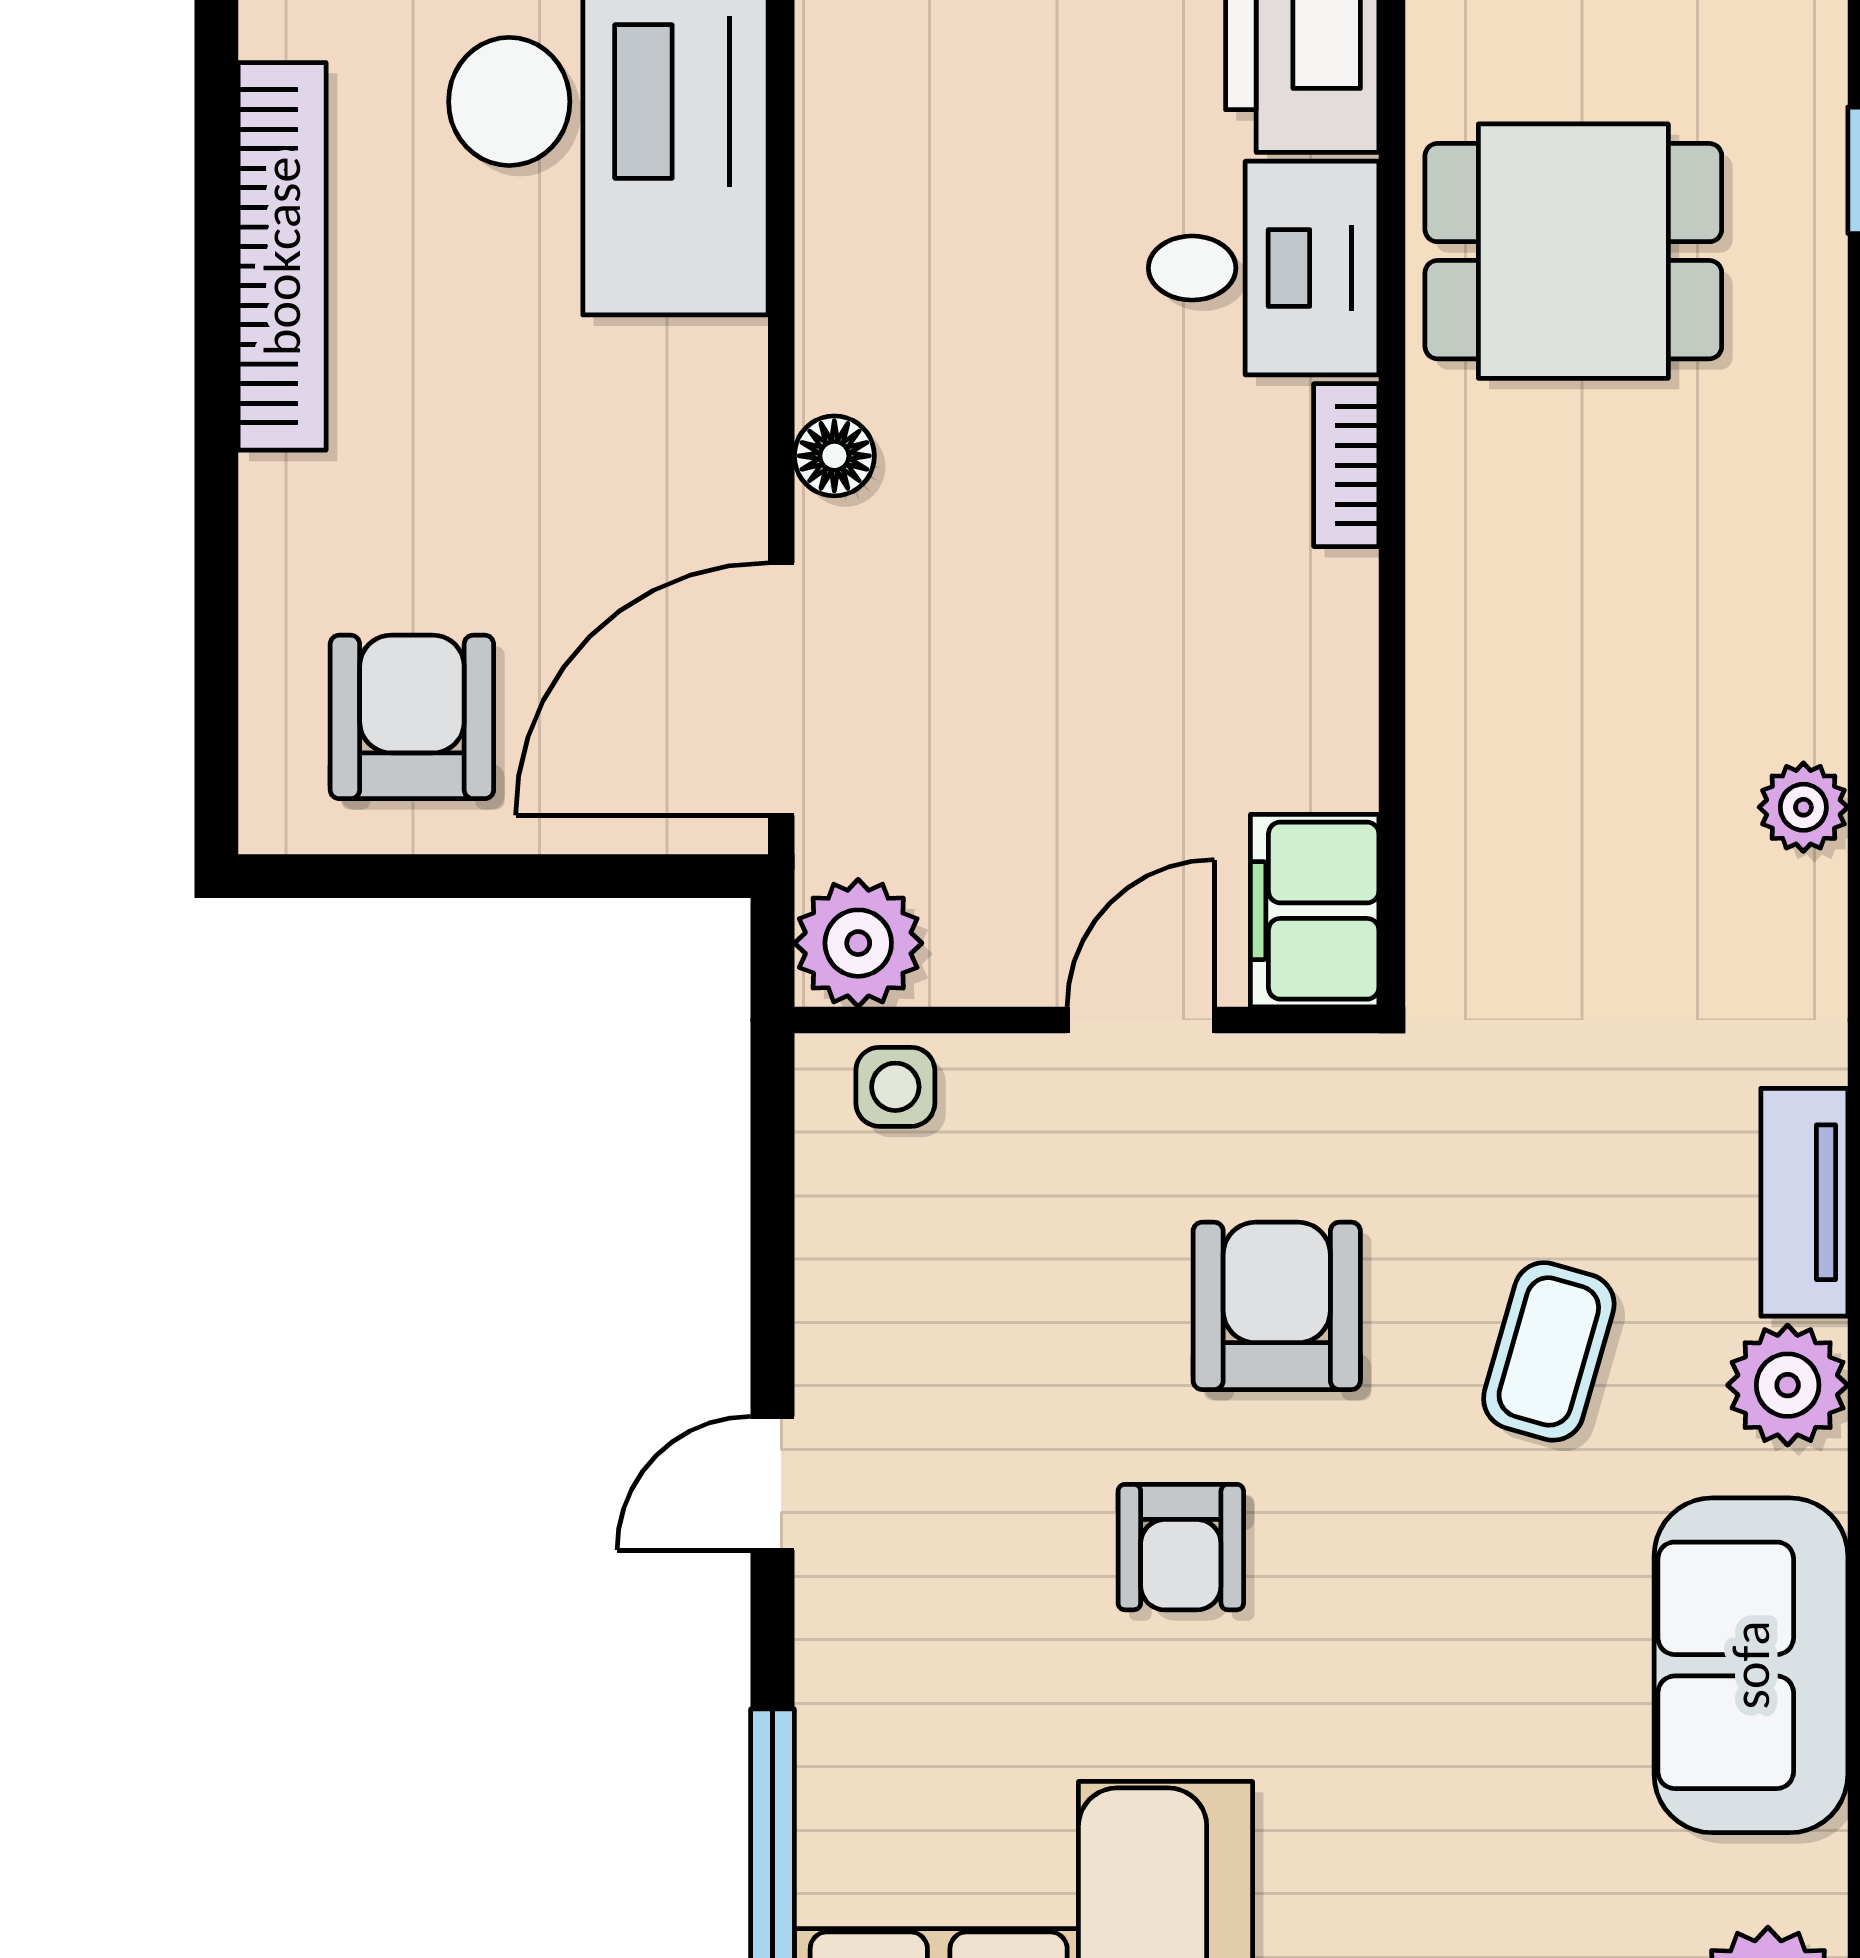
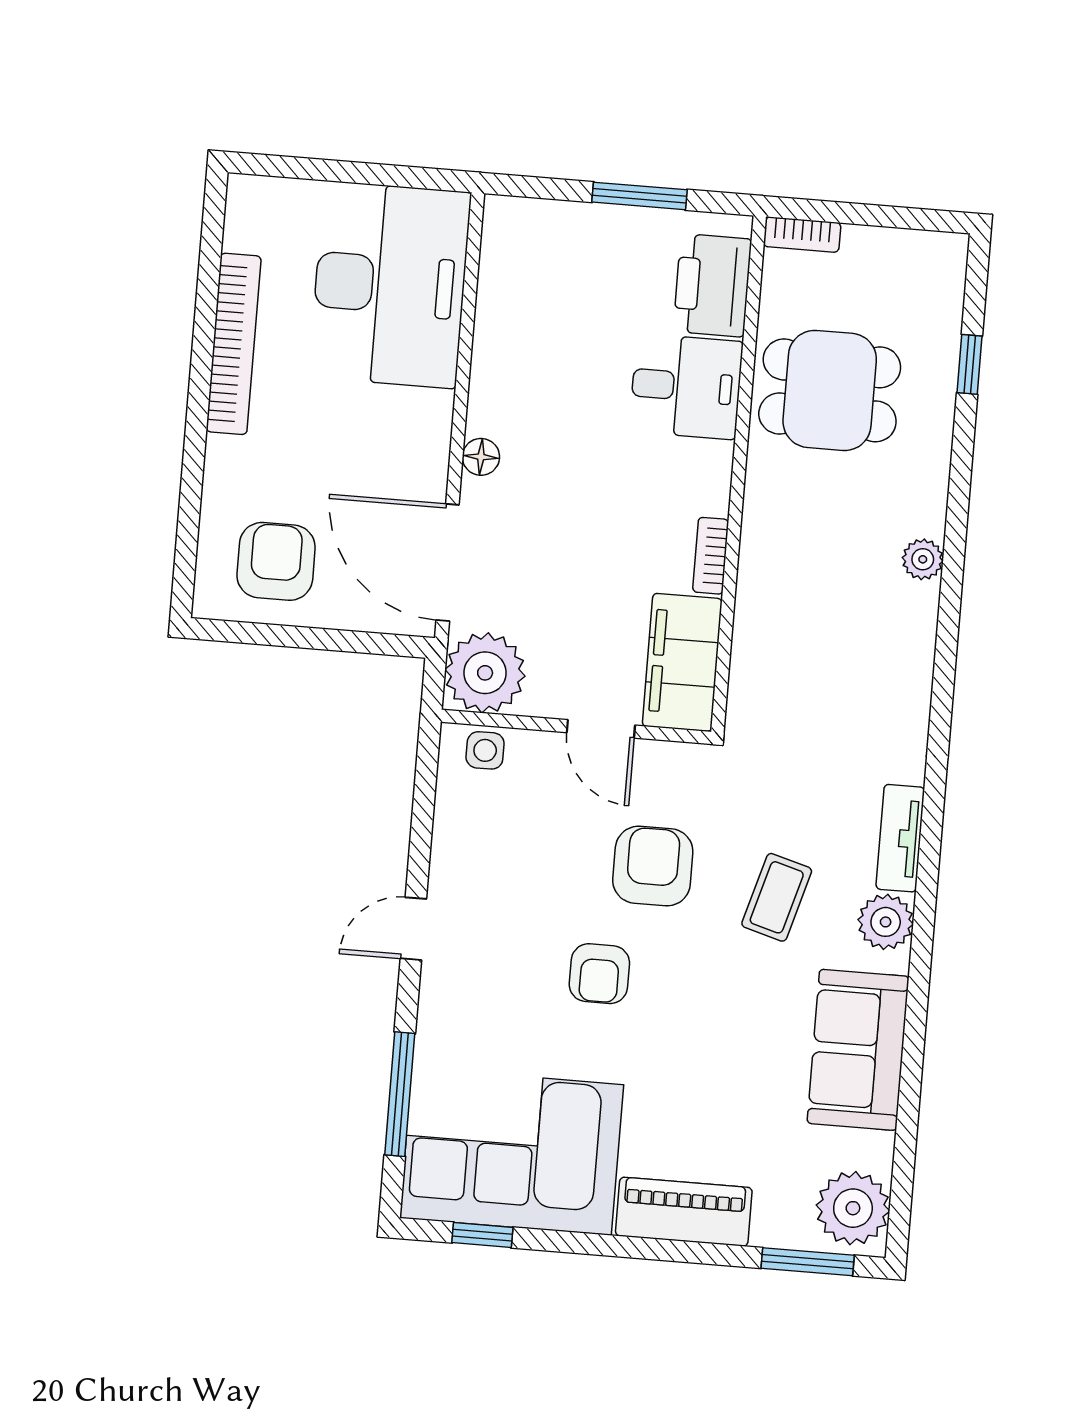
bookcase: (1346, 465) -> (711, 556), moved
door: (781, 689) -> (448, 562), hinge flipped
plant: (1803, 807) -> (923, 559), moved
filing cabinet: (1315, 911) -> (682, 662), width x1.50, depth x1.17
plant: (858, 943) -> (485, 673), width x1.36, depth x1.36
door: (1141, 1020) -> (601, 729), swing flipped

